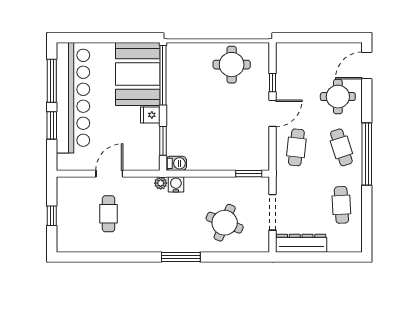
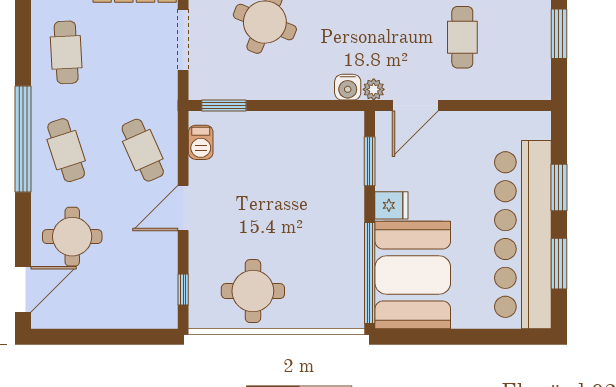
window: (52, 81) -> (559, 264), width x0.69
window: (273, 83) -> (183, 290), moved
cafe table: (296, 147) -> (143, 150), turned -30
barbecue: (176, 163) -> (201, 142), moved, turned -90
door: (109, 174) -> (415, 106), moved
window: (52, 216) -> (559, 34), width x1.50

